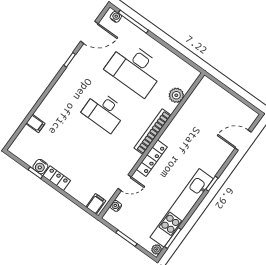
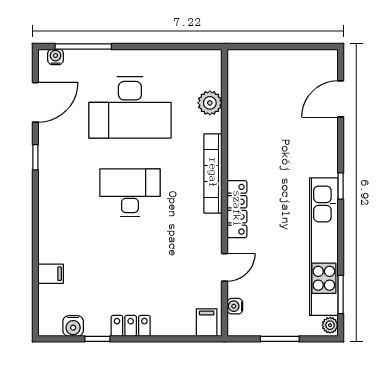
desk: (104, 111) -> (130, 193), turned 180
water cooler: (40, 167) -> (73, 326), moved

